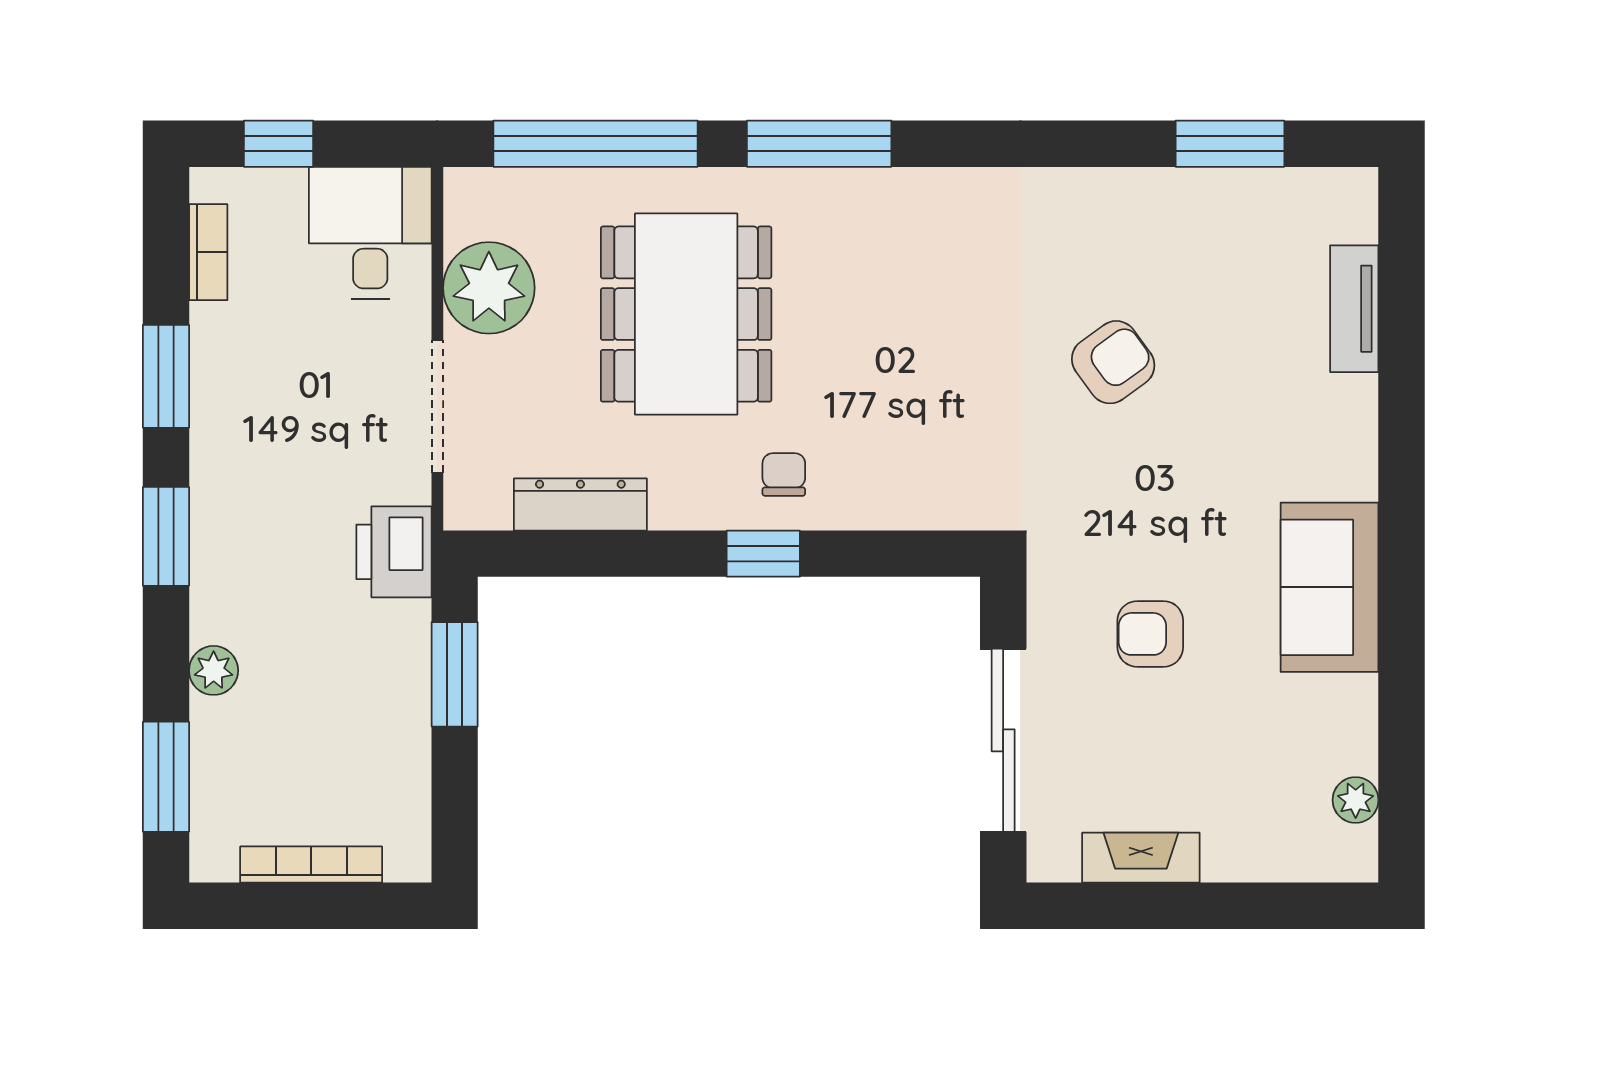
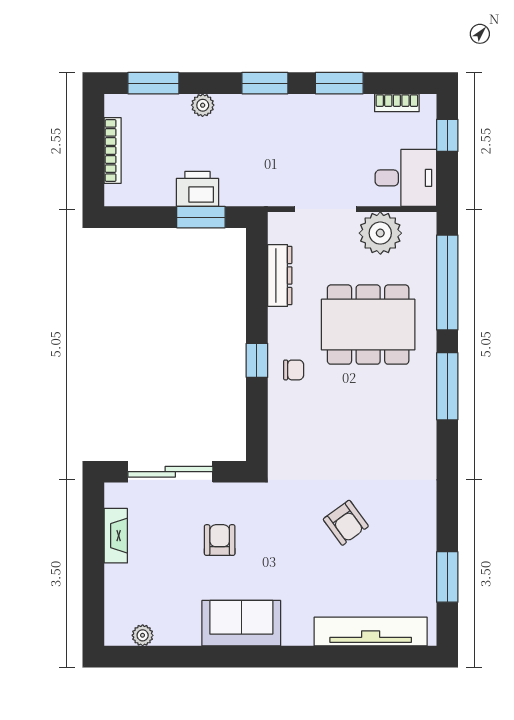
tv unit: (1354, 309) -> (371, 631), width x1.92, depth x1.29
printer: (394, 552) -> (197, 189), moved

